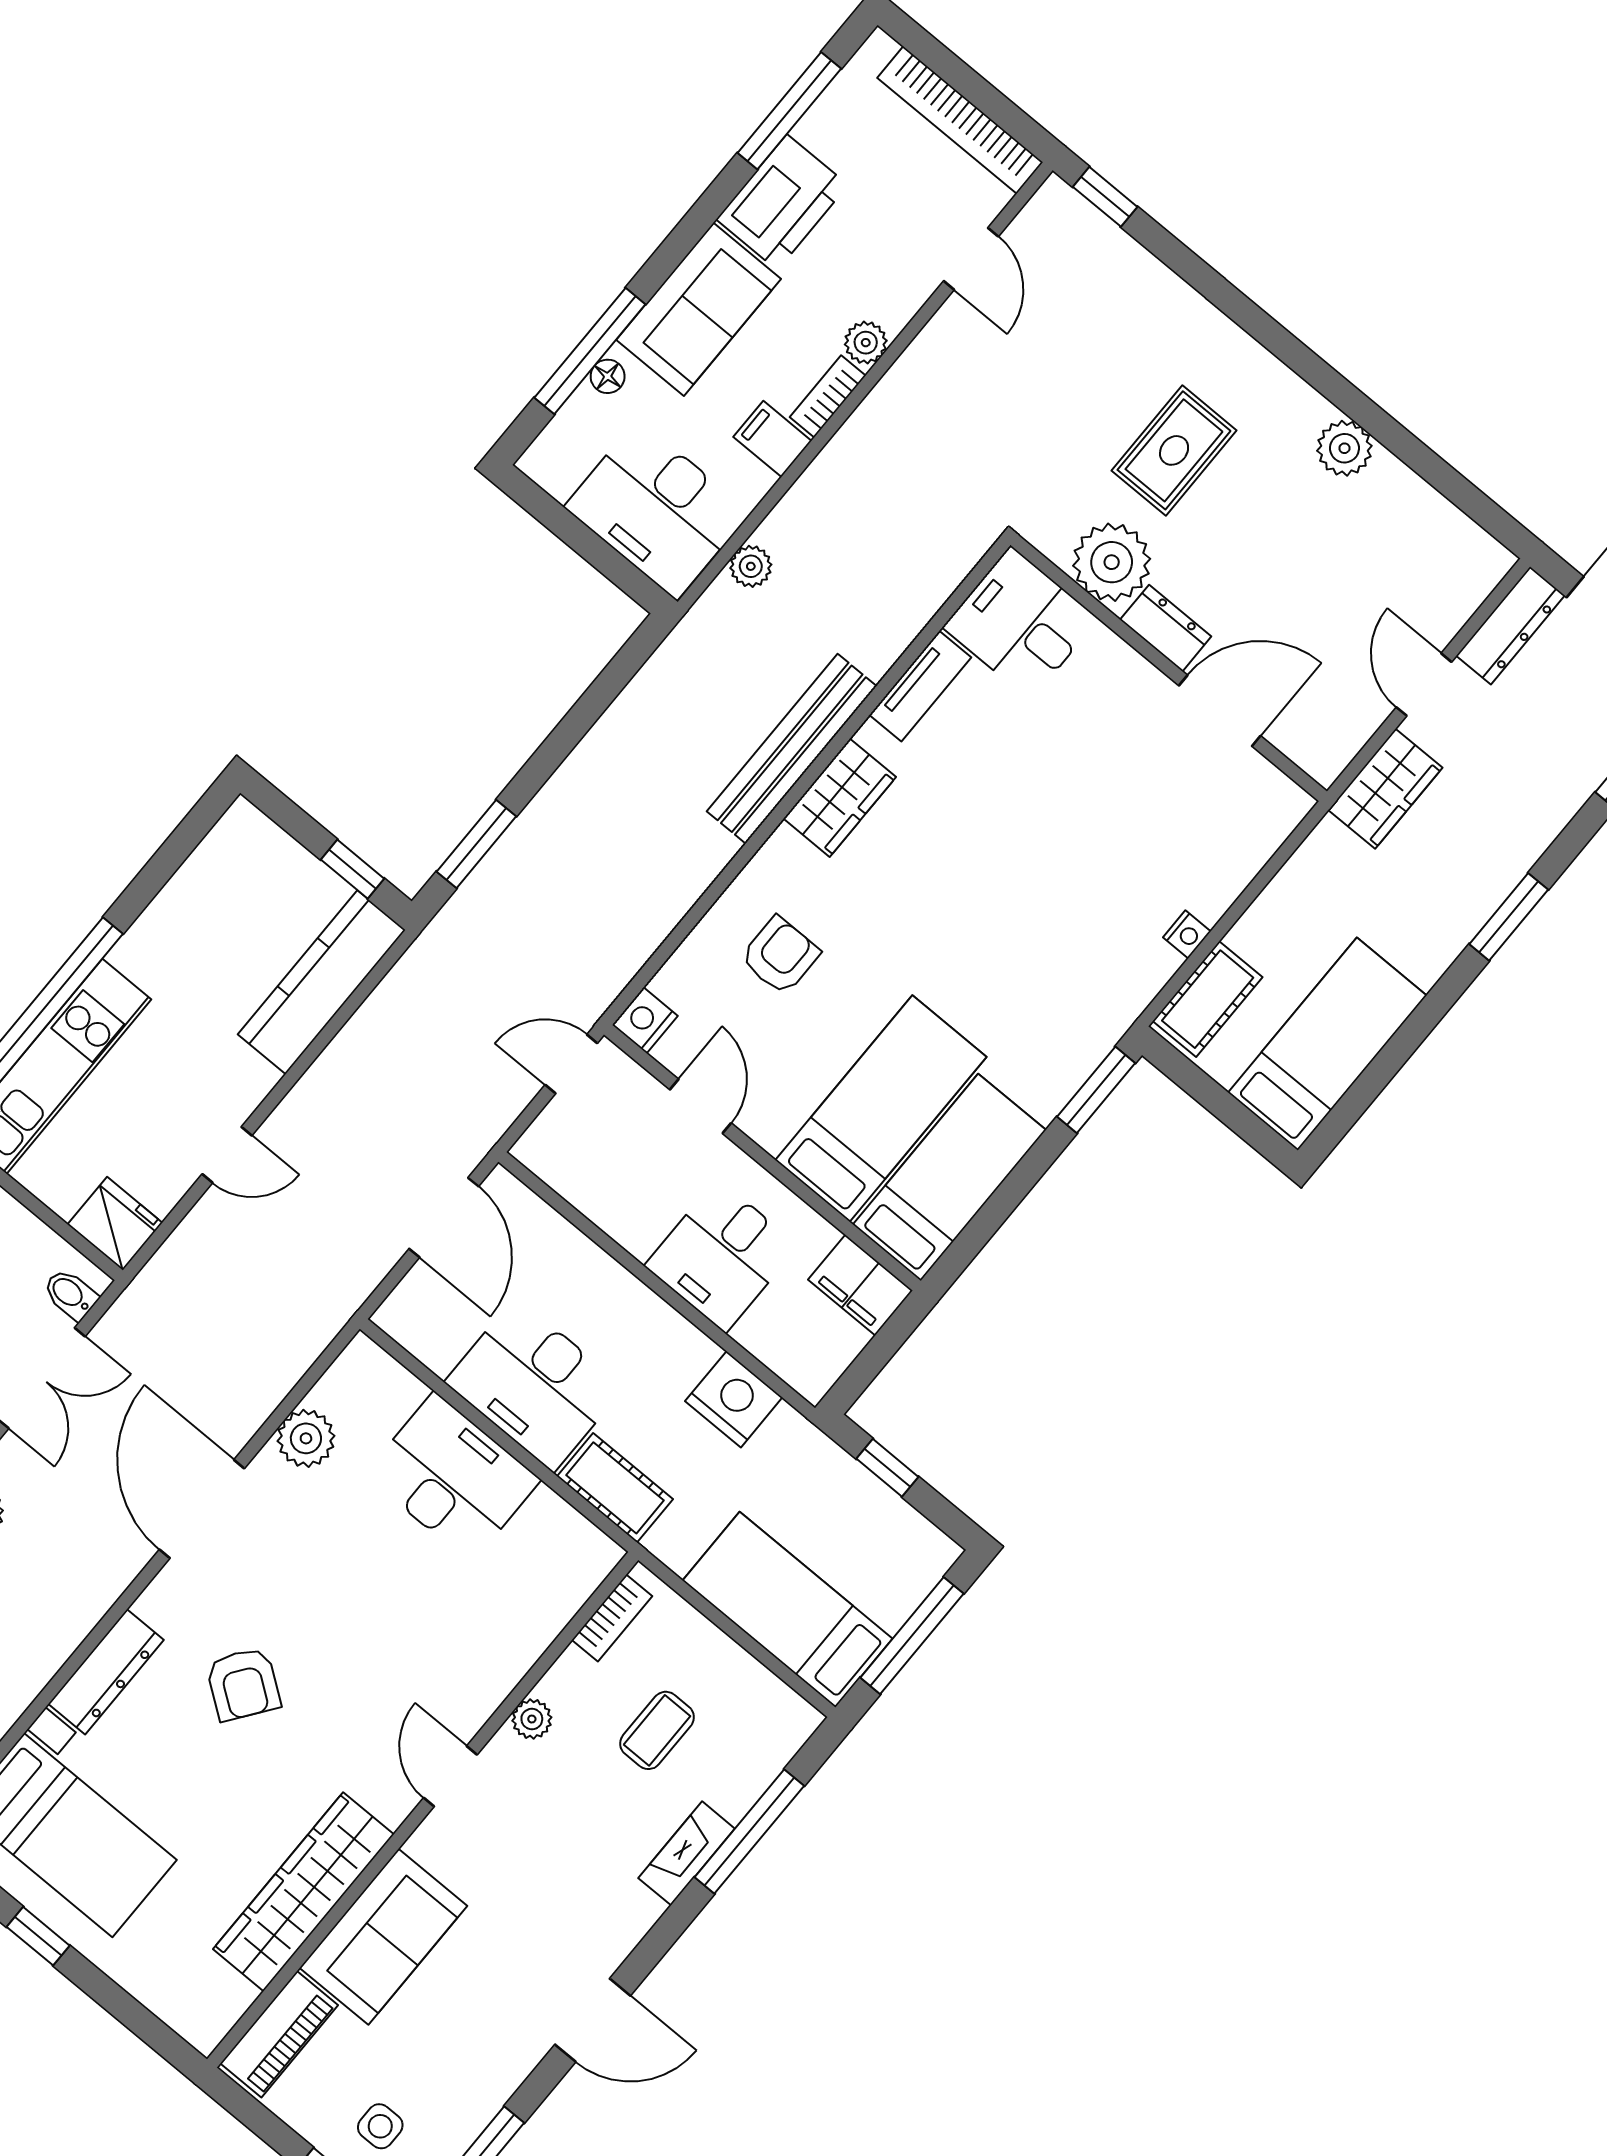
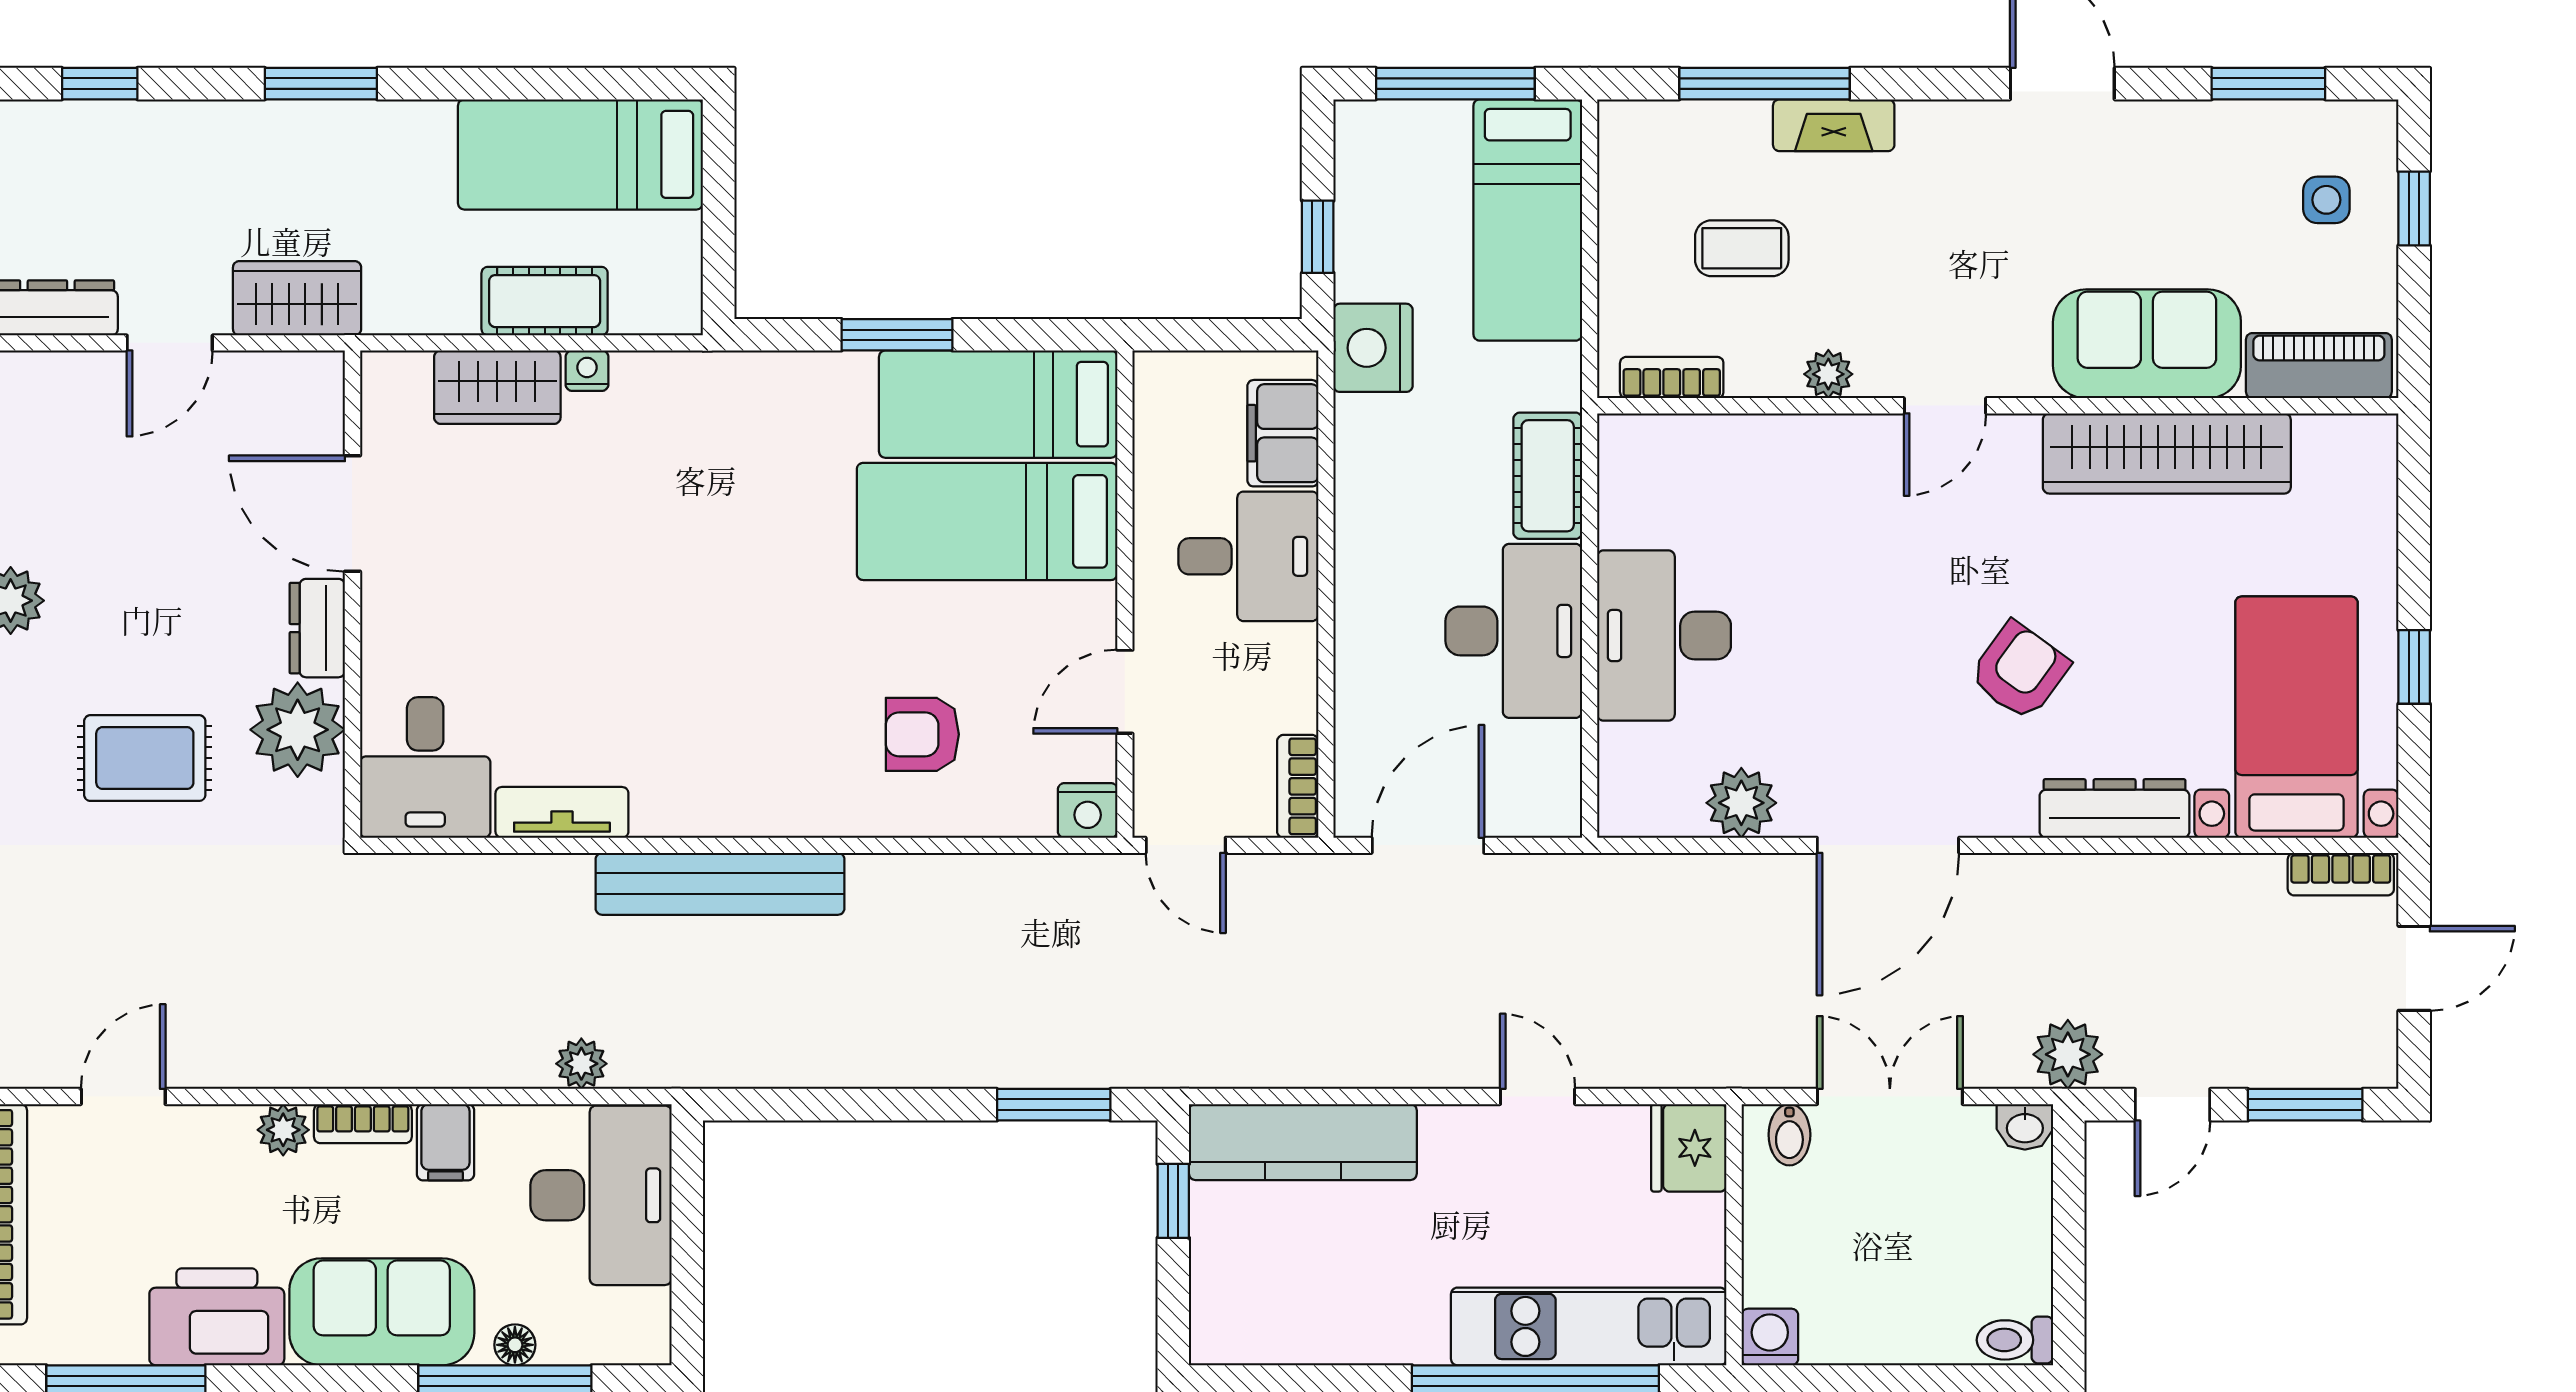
wardrobe: (840, 798) -> (497, 387), moved, turned 180
cot: (1208, 999) -> (545, 301), moved
window: (1096, 1090) -> (897, 335), moved
bookcase: (550, 1166) -> (1298, 786), added
filing cabinet: (860, 1285) -> (1283, 433), moved, turned 180
nightstand: (734, 1399) -> (1373, 348), moved

